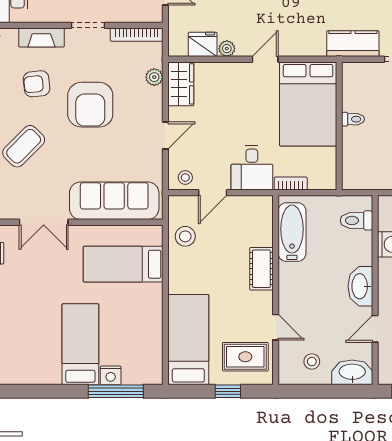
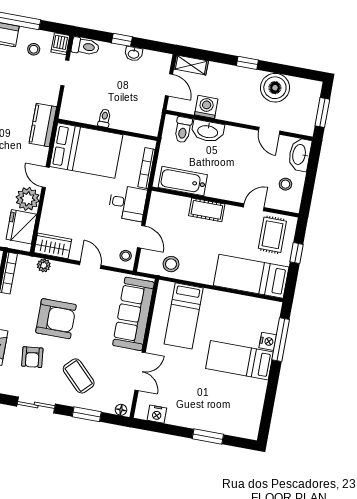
fridge: (203, 44) -> (21, 227), width x1.36, depth x1.34
kitchen counter: (353, 44) -> (43, 125), moved
plant: (227, 49) -> (28, 199), width x1.87, depth x1.87
bookcase: (291, 184) -> (146, 168), width x1.56
washbasin: (360, 286) -> (208, 131), moved

